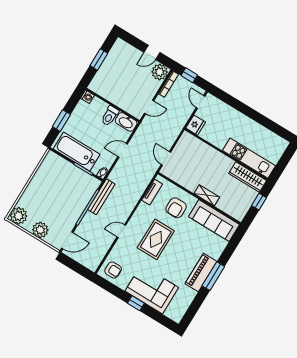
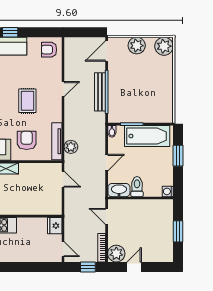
door: (149, 107) -> (107, 216), hinge flipped
plant: (143, 181) -> (71, 147), added
tv unit: (152, 192) -> (57, 141), width x1.41
bench: (101, 197) -> (100, 92), moved
rug: (156, 239) -> (27, 101), width x0.73, depth x0.70

